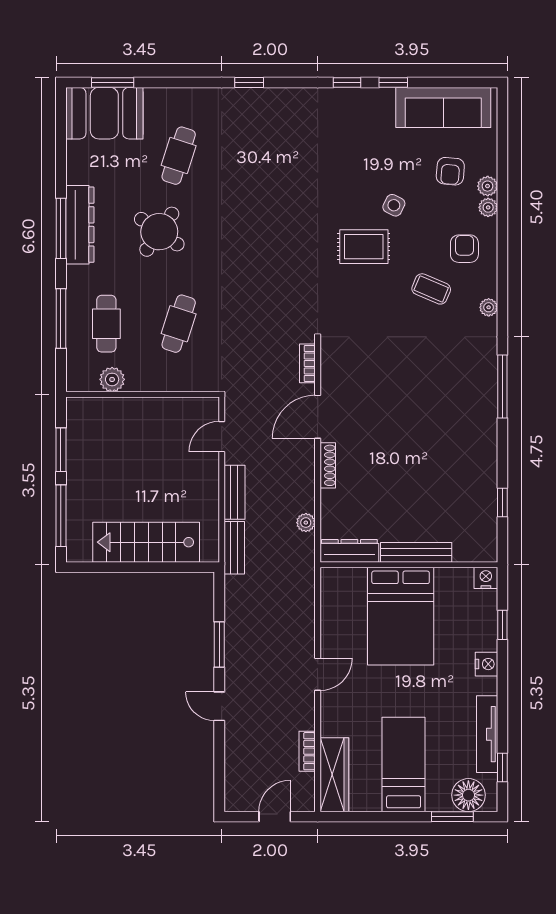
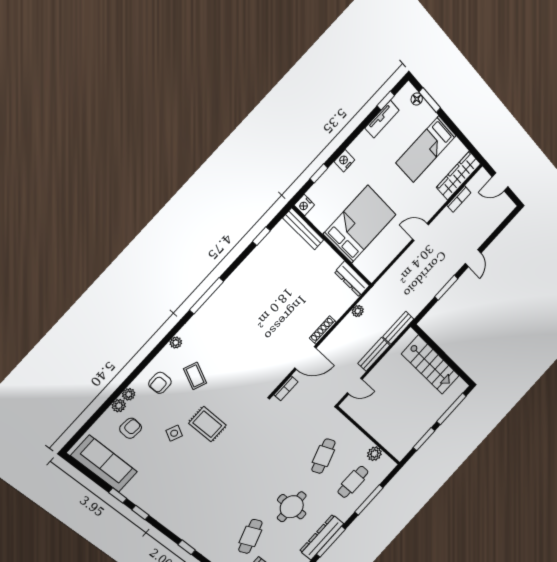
cafe table: (179, 156) -> (250, 536), turned -39
round table: (159, 232) -> (292, 507), turned -35
cafe table: (179, 324) -> (323, 456), turned -39
bench: (416, 552) -> (303, 229), moved
tv unit: (487, 734) -> (382, 119), width x0.71
floor lamp: (468, 795) -> (417, 99), width x0.53, depth x0.53

